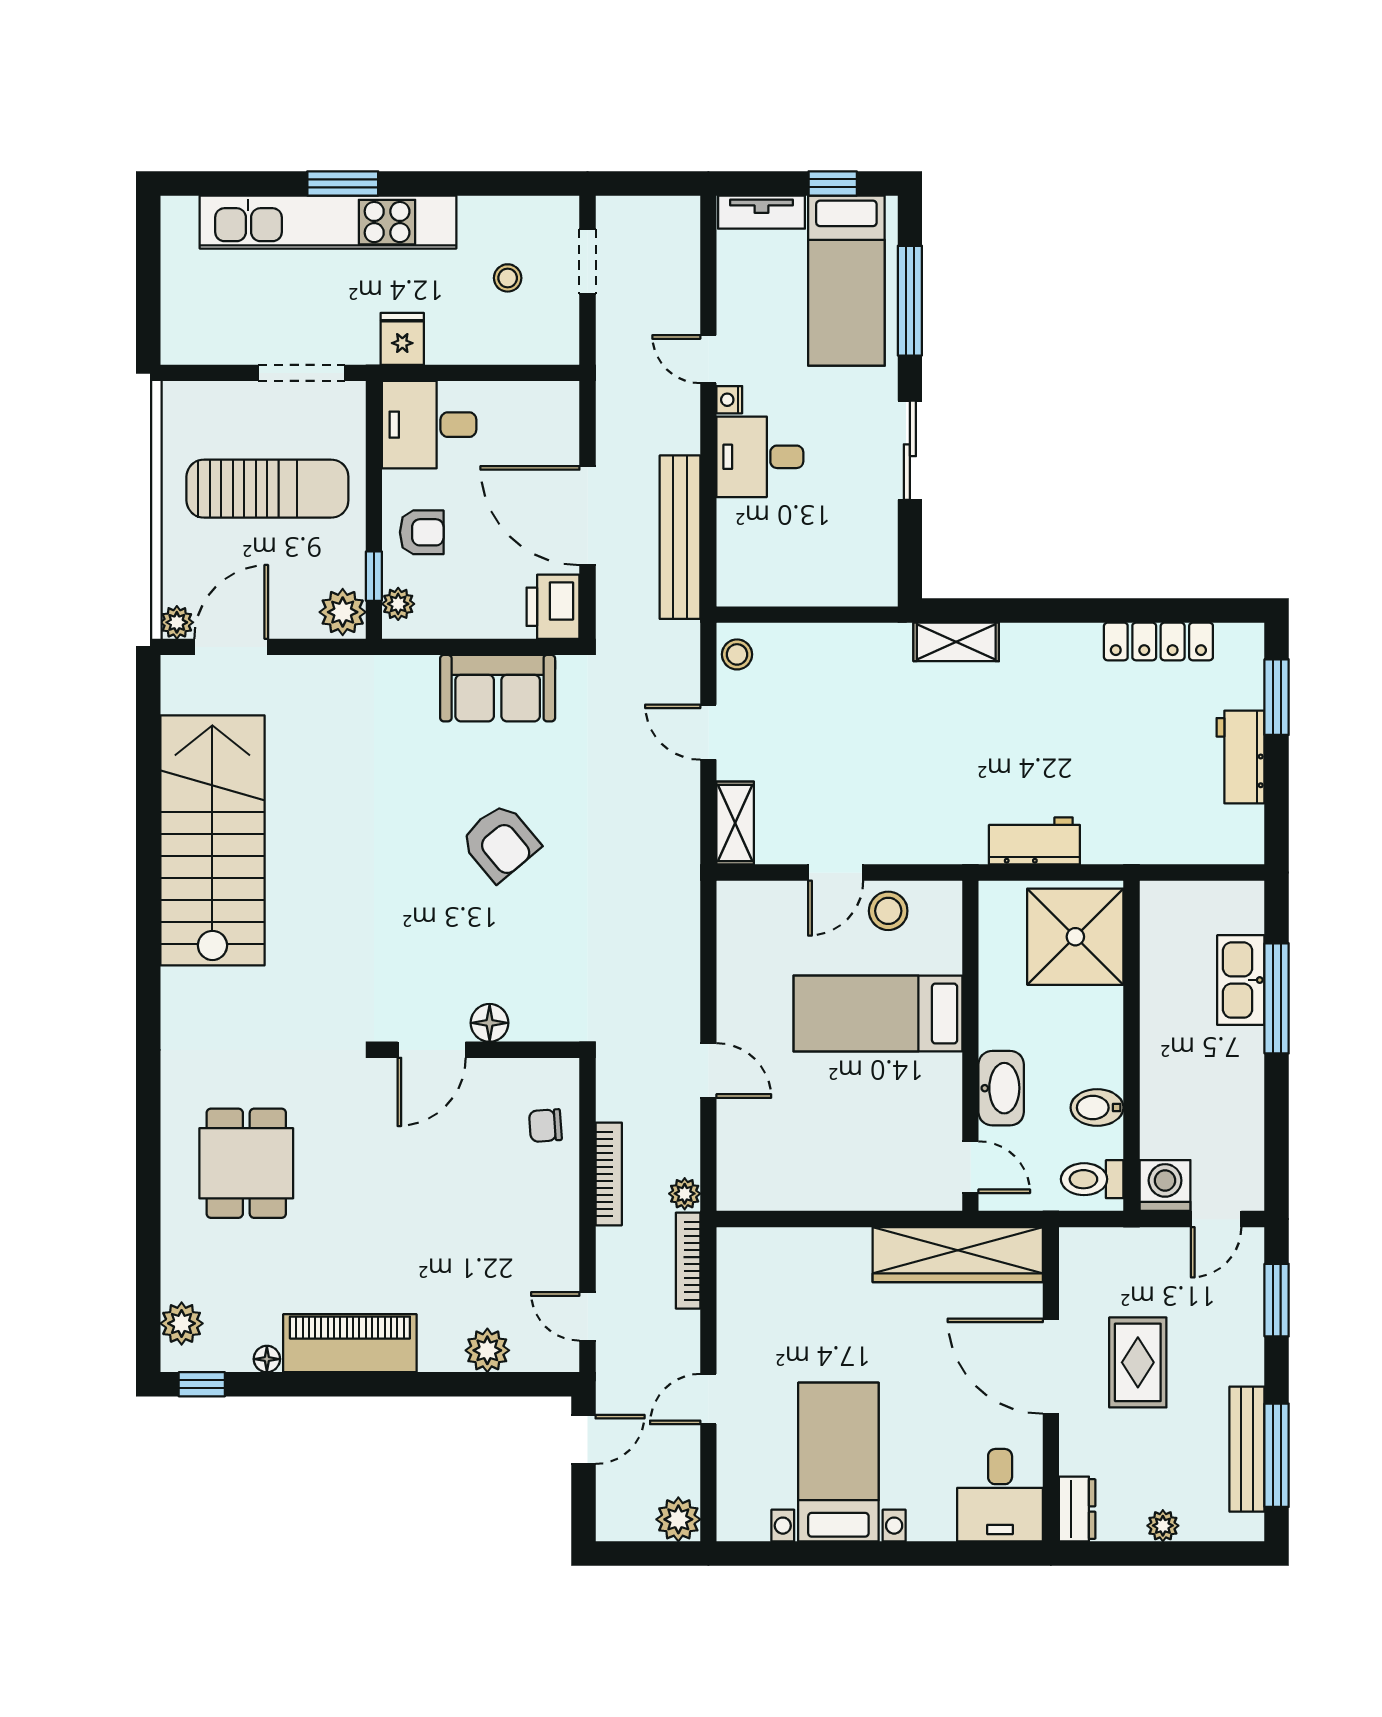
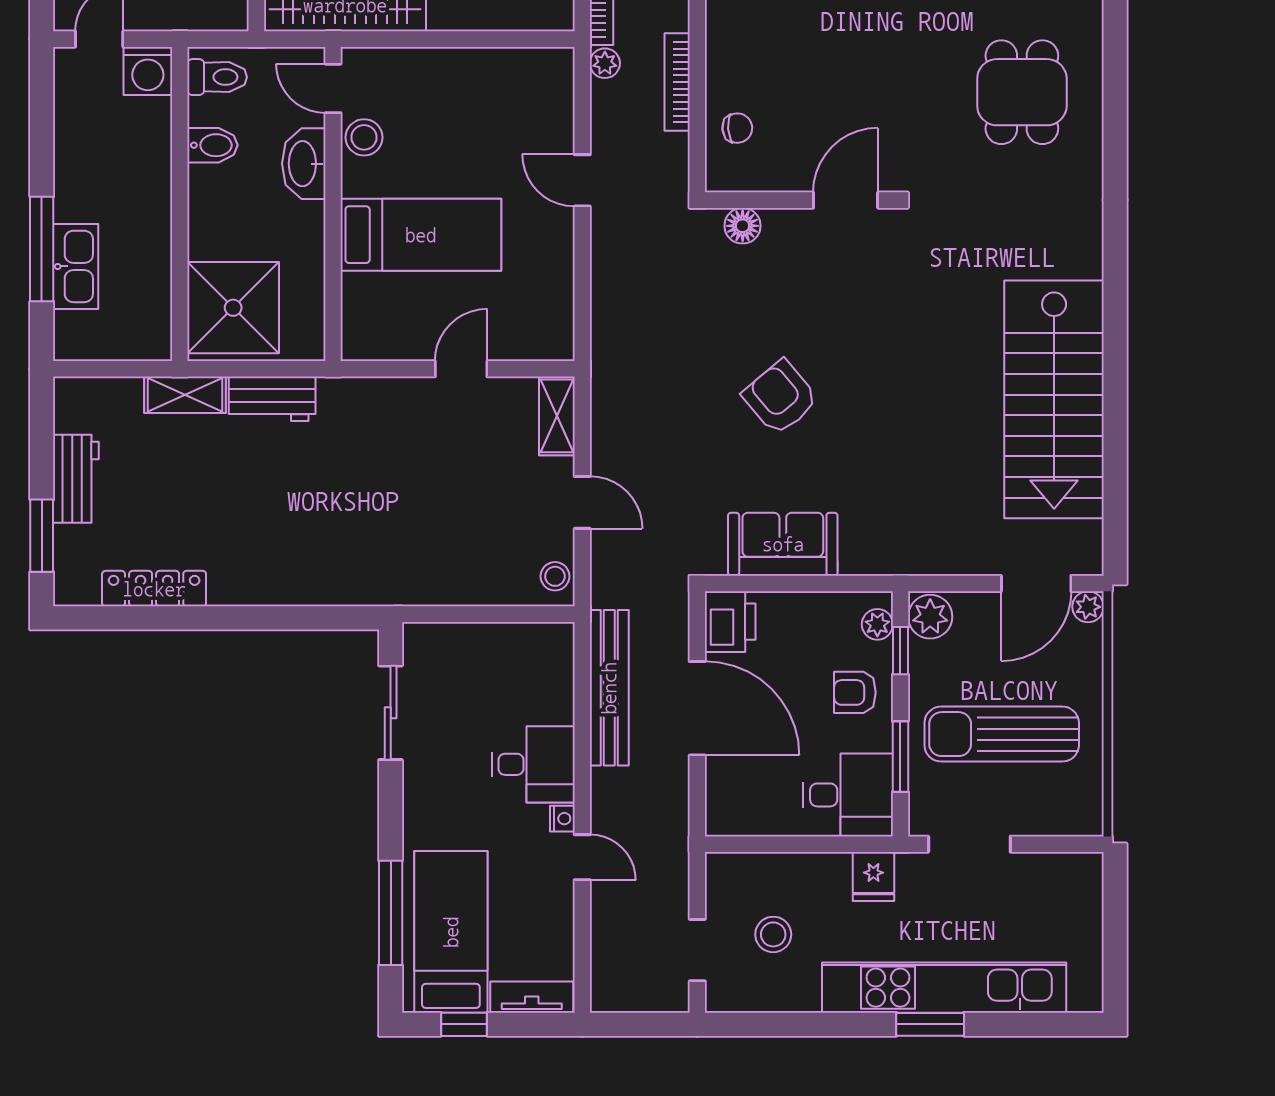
stool: (508, 278) -> (773, 934), width x1.37, depth x1.37
sliding door: (910, 450) -> (391, 713), moved
window: (374, 465) -> (900, 757), added
shelving: (956, 642) -> (185, 395), moved
stool: (888, 911) -> (364, 137), moved
floor lamp: (490, 1023) -> (743, 226), moved

